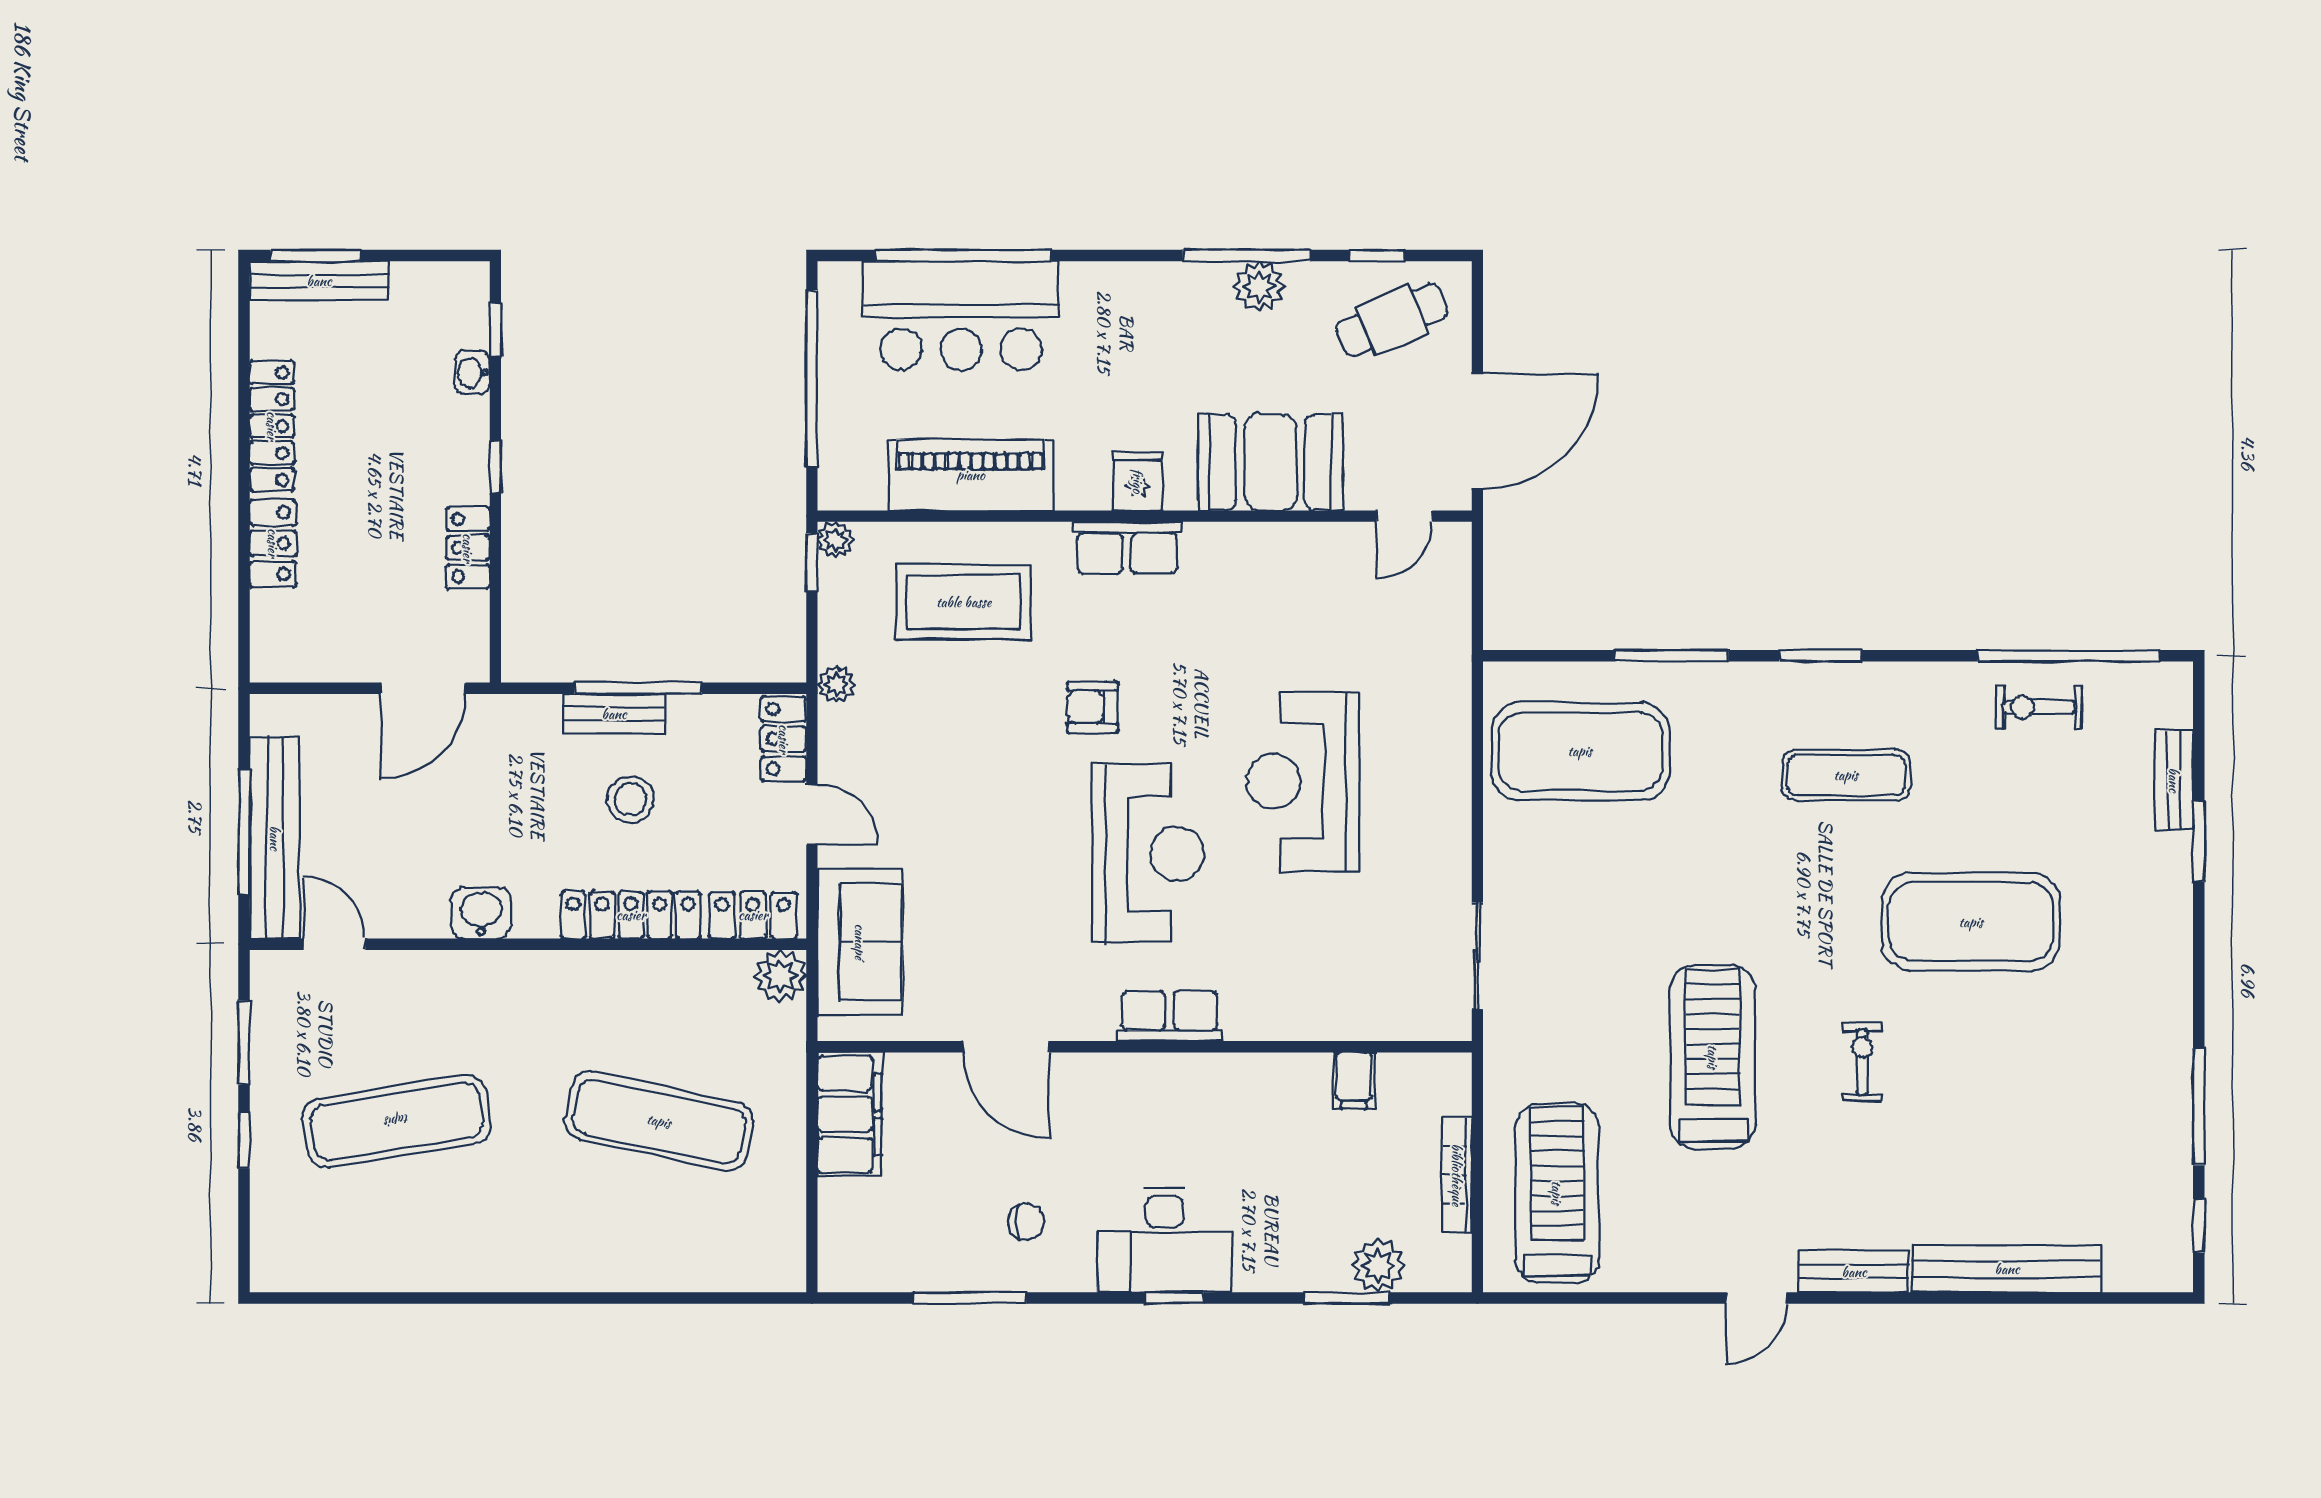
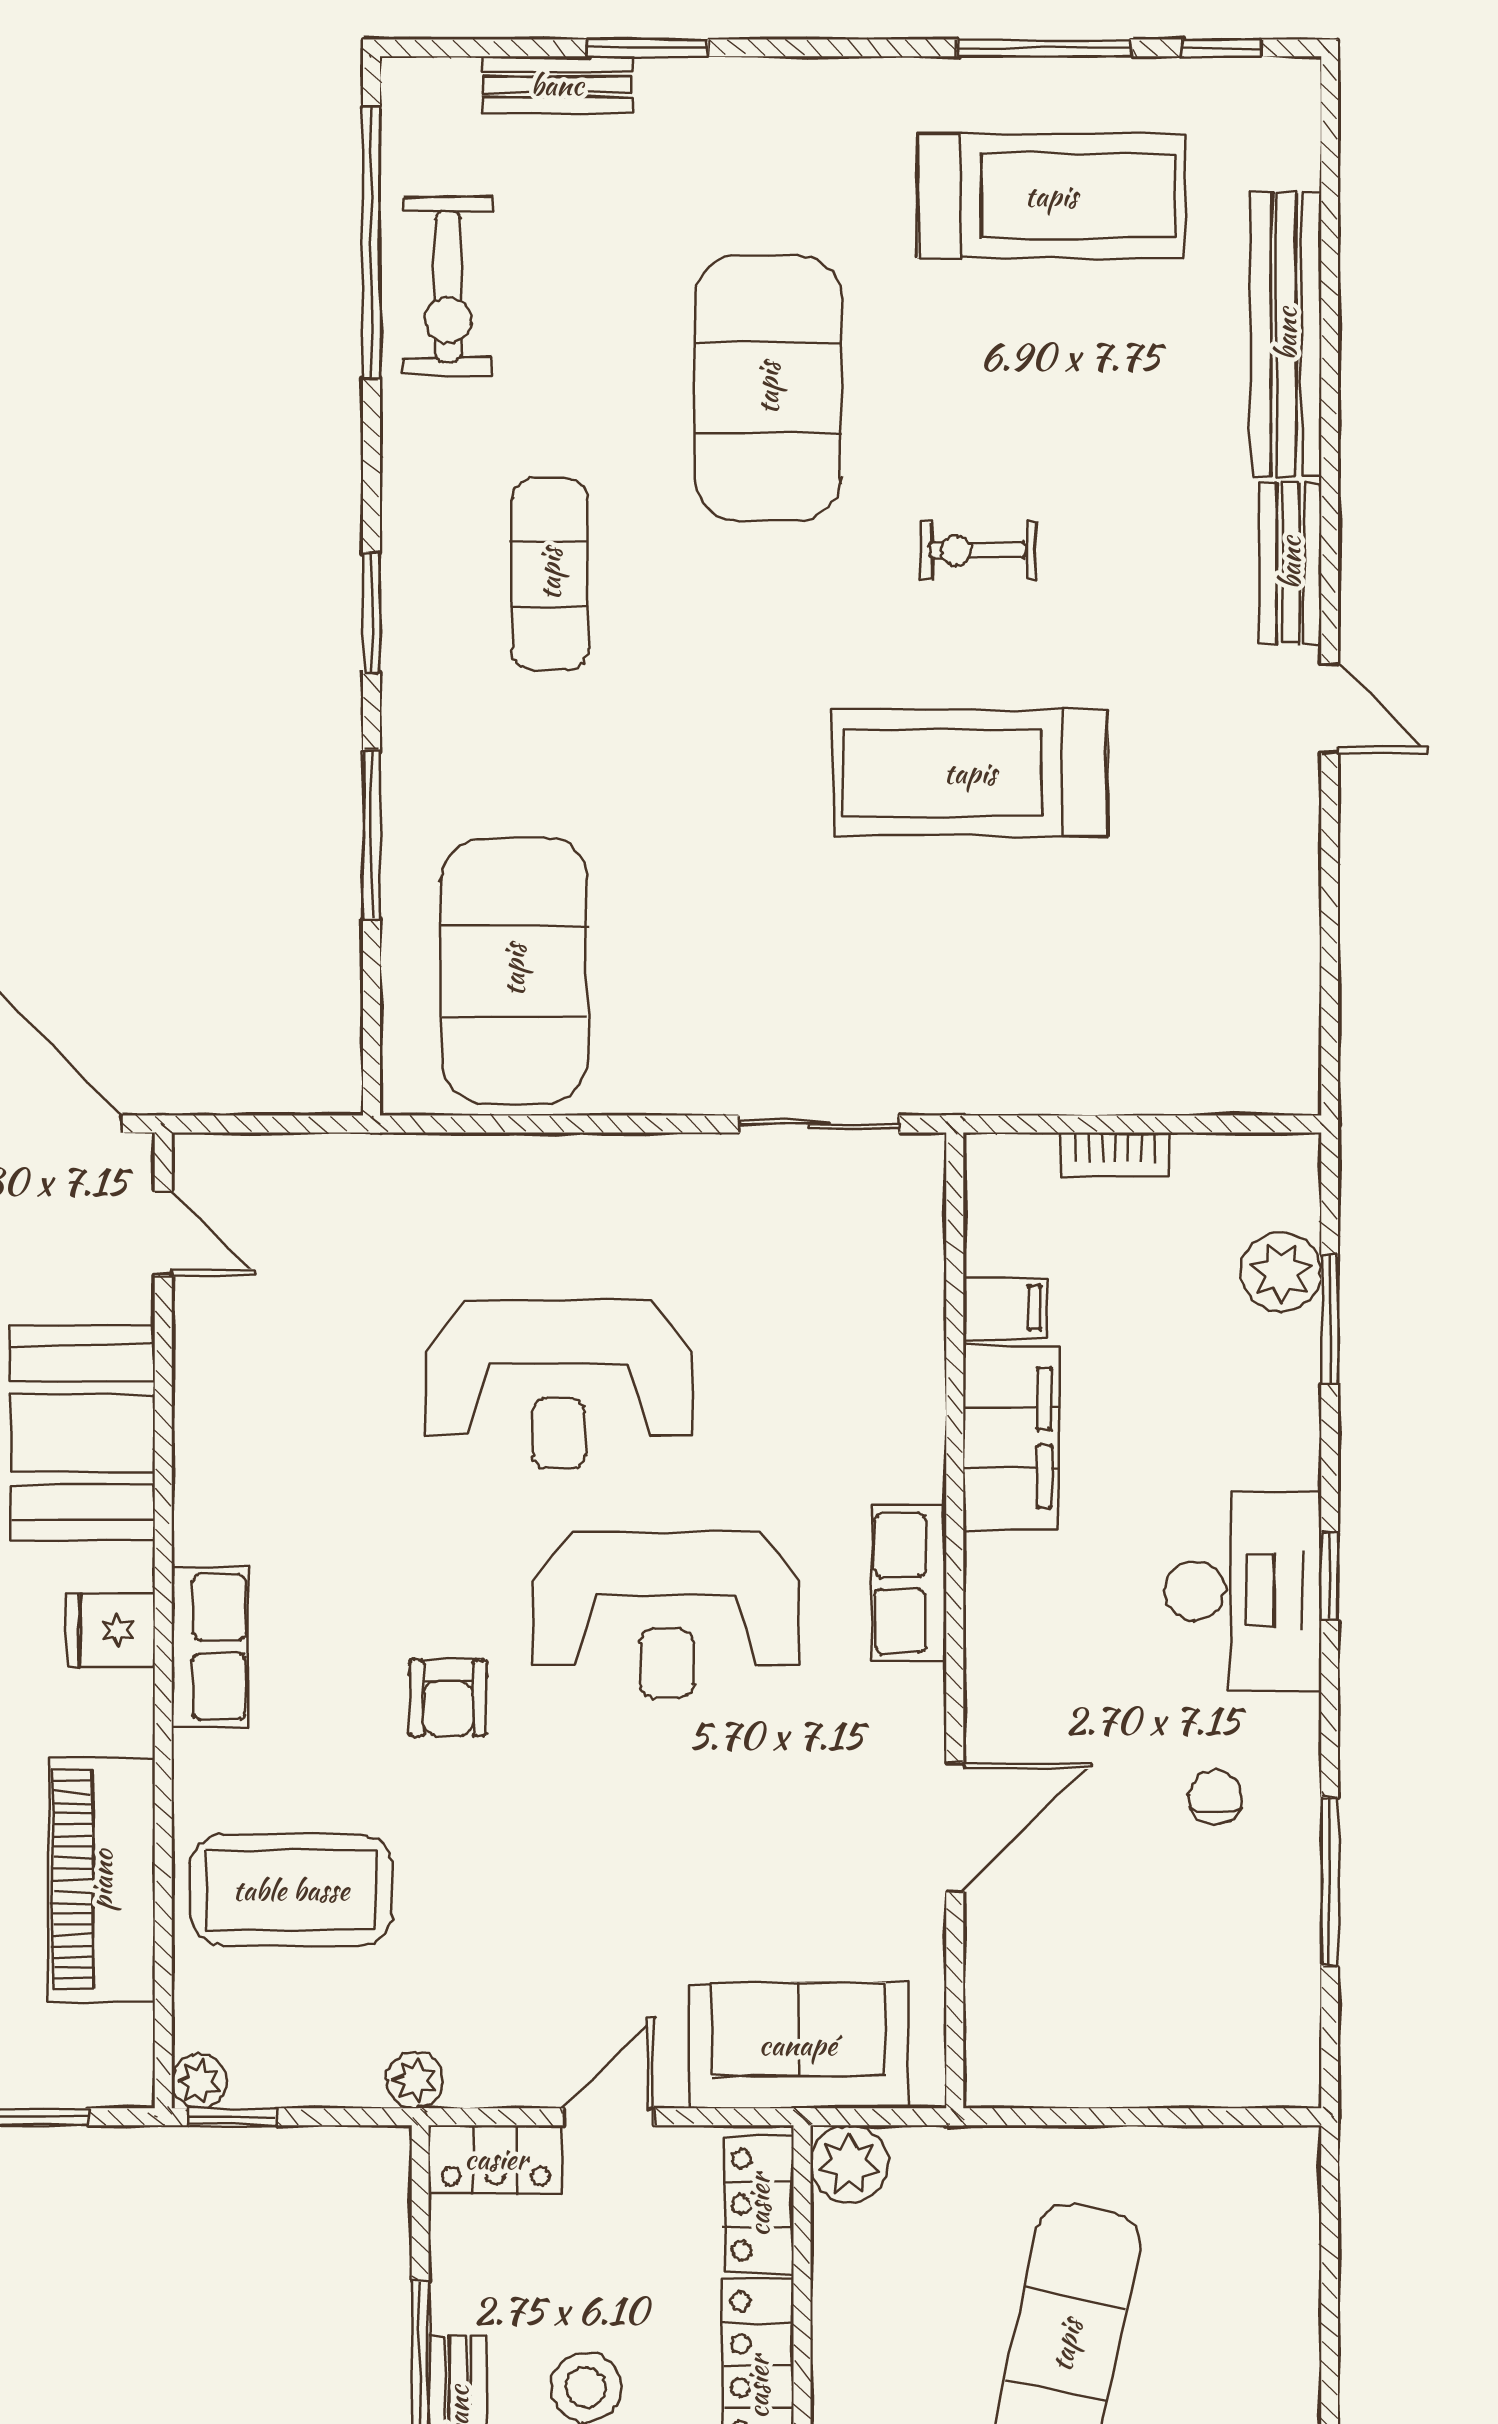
coffee table: (964, 602) -> (291, 1890), turned 90
exercise bike: (2039, 707) -> (448, 286), width x1.38, depth x1.39
reception desk: (1148, 853) -> (666, 1615), turned 180
filing cabinet: (850, 1114) -> (1011, 1438), moved, turned 90
bookcase: (1457, 1175) -> (1115, 1154), width x0.64
treadmill: (1557, 1193) -> (1051, 196), moved, turned 180

